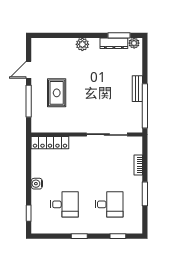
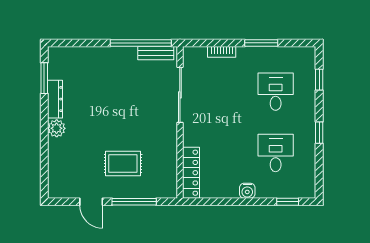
dresser: (114, 43) -> (55, 99), moved
plant: (134, 43) -> (55, 58), removed
bench: (137, 89) -> (156, 53), moved

